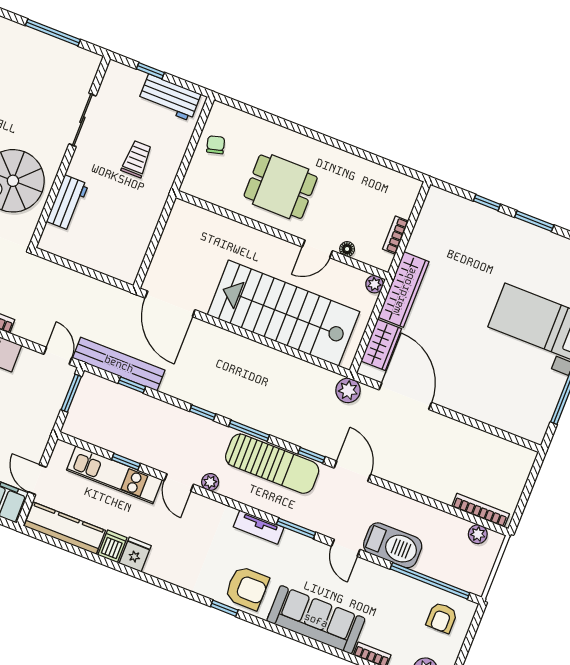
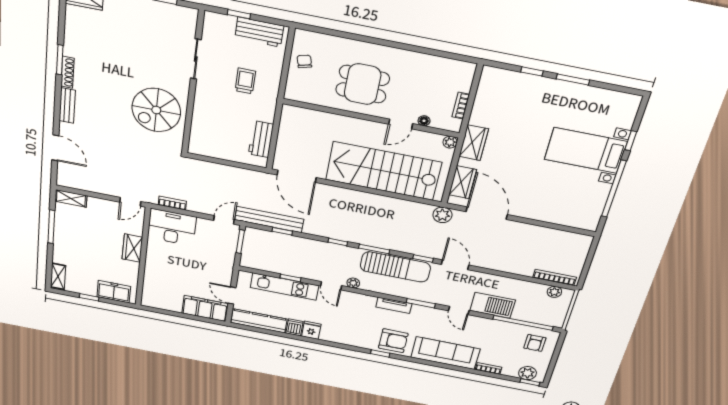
workbench: (68, 203) -> (261, 139), moved, turned 180
wardrobe: (404, 290) -> (474, 143), width x0.67
door: (58, 356) -> (224, 220), hinge flipped

